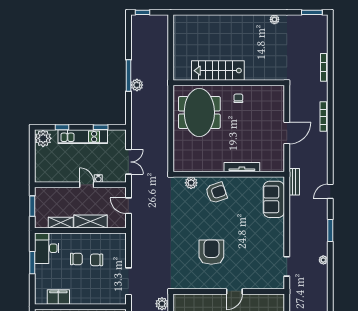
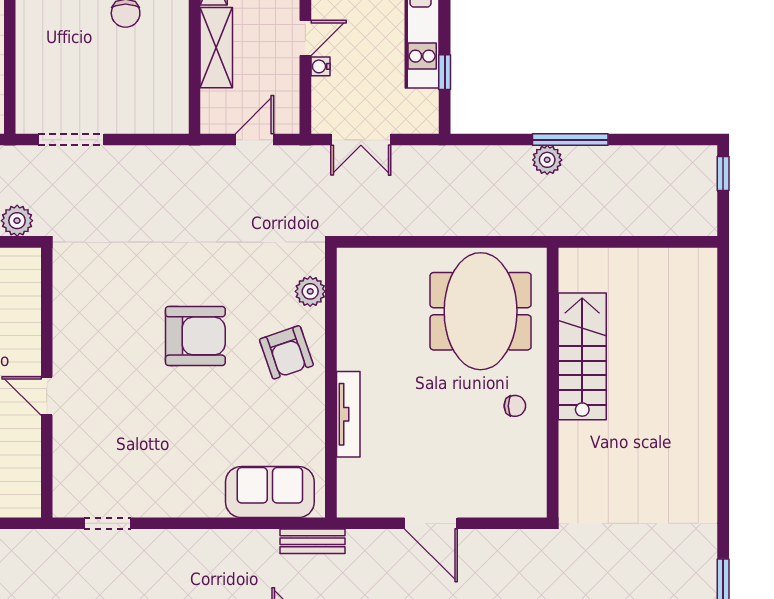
plant: (274, 19) -> (706, 493), removed
meeting table: (199, 112) -> (481, 311), turned 90
armchair: (211, 252) -> (195, 336), moved
chair: (97, 260) -> (123, 62), removed

